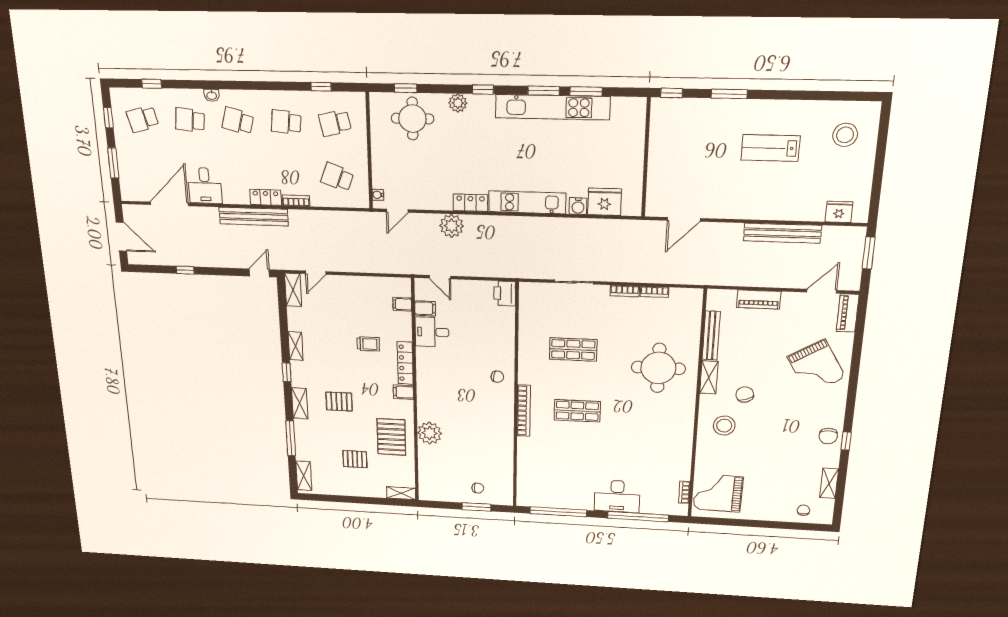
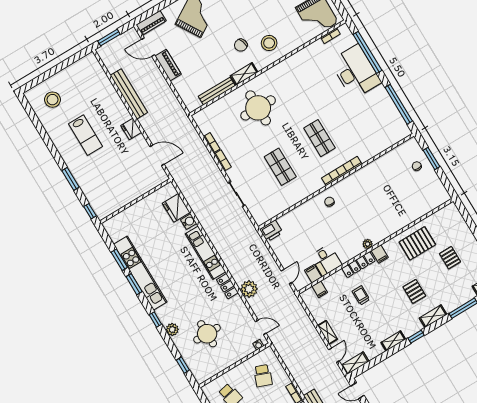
round table: (412, 119) -> (207, 334), moved
fridge: (839, 212) -> (131, 129), moved
door: (316, 273) -> (334, 355), hinge flipped
piano: (759, 299) -> (168, 65), moved
plant: (430, 433) -> (368, 244), moved, width x0.53, depth x0.53
shelving: (401, 493) -> (327, 332), moved
desk: (617, 496) -> (355, 72), width x1.36, depth x1.30

